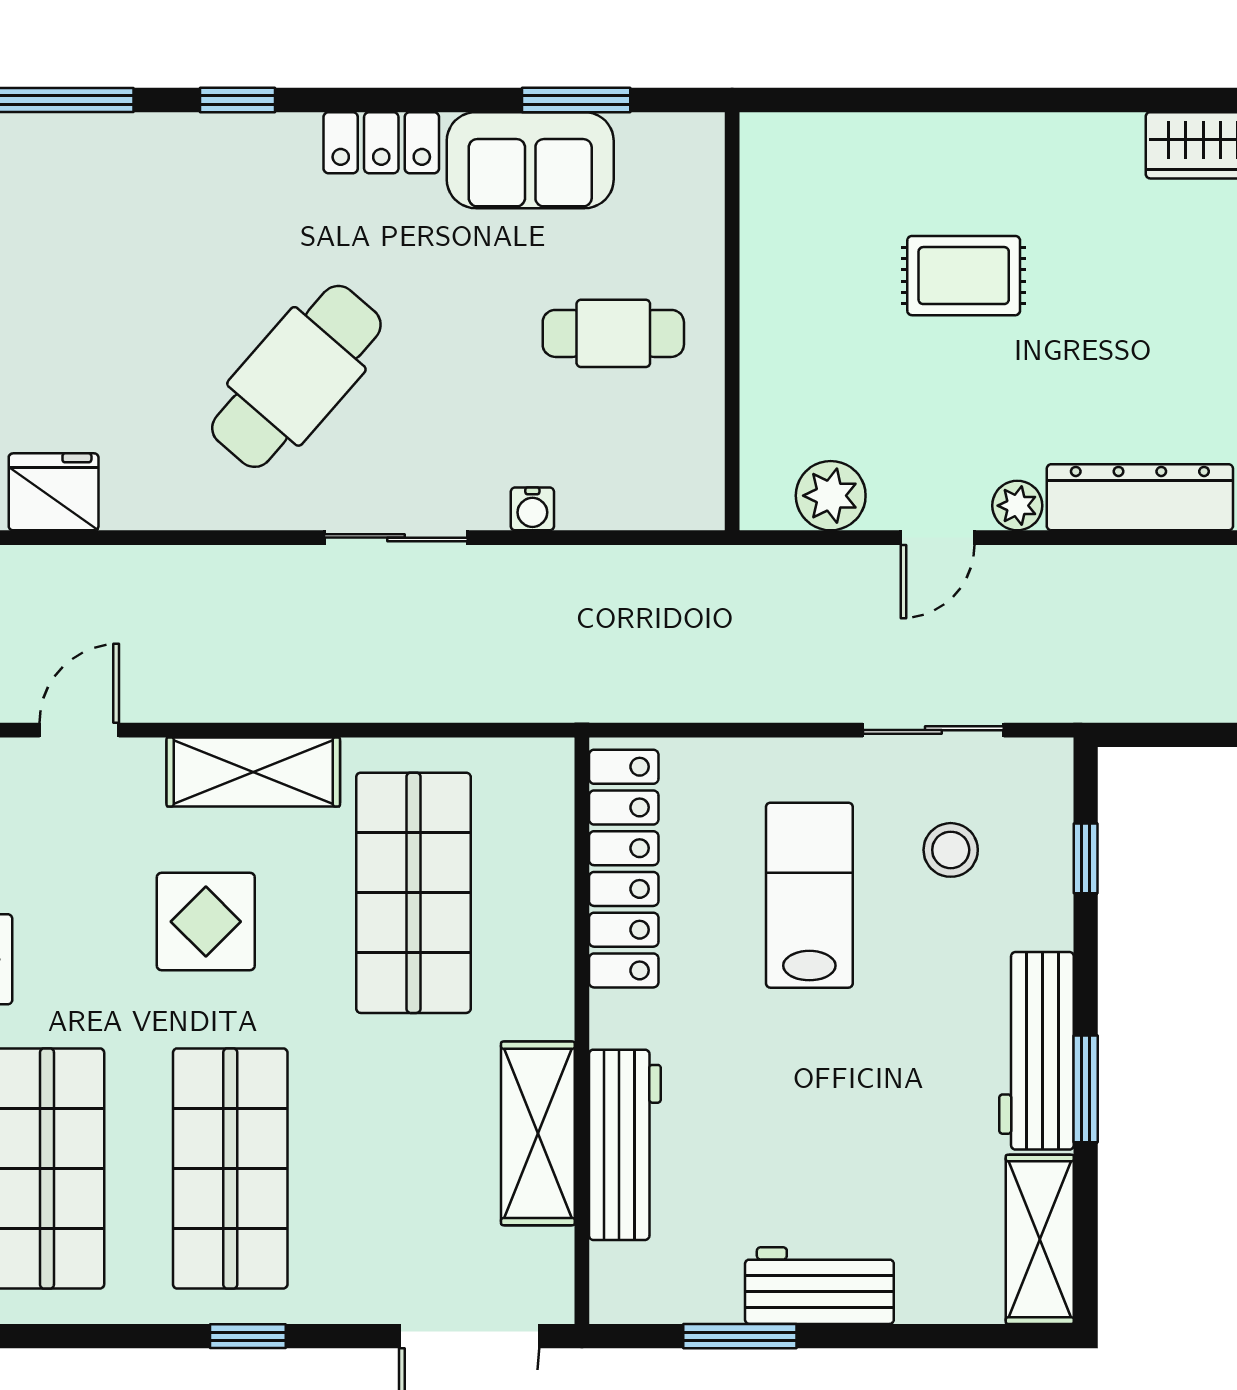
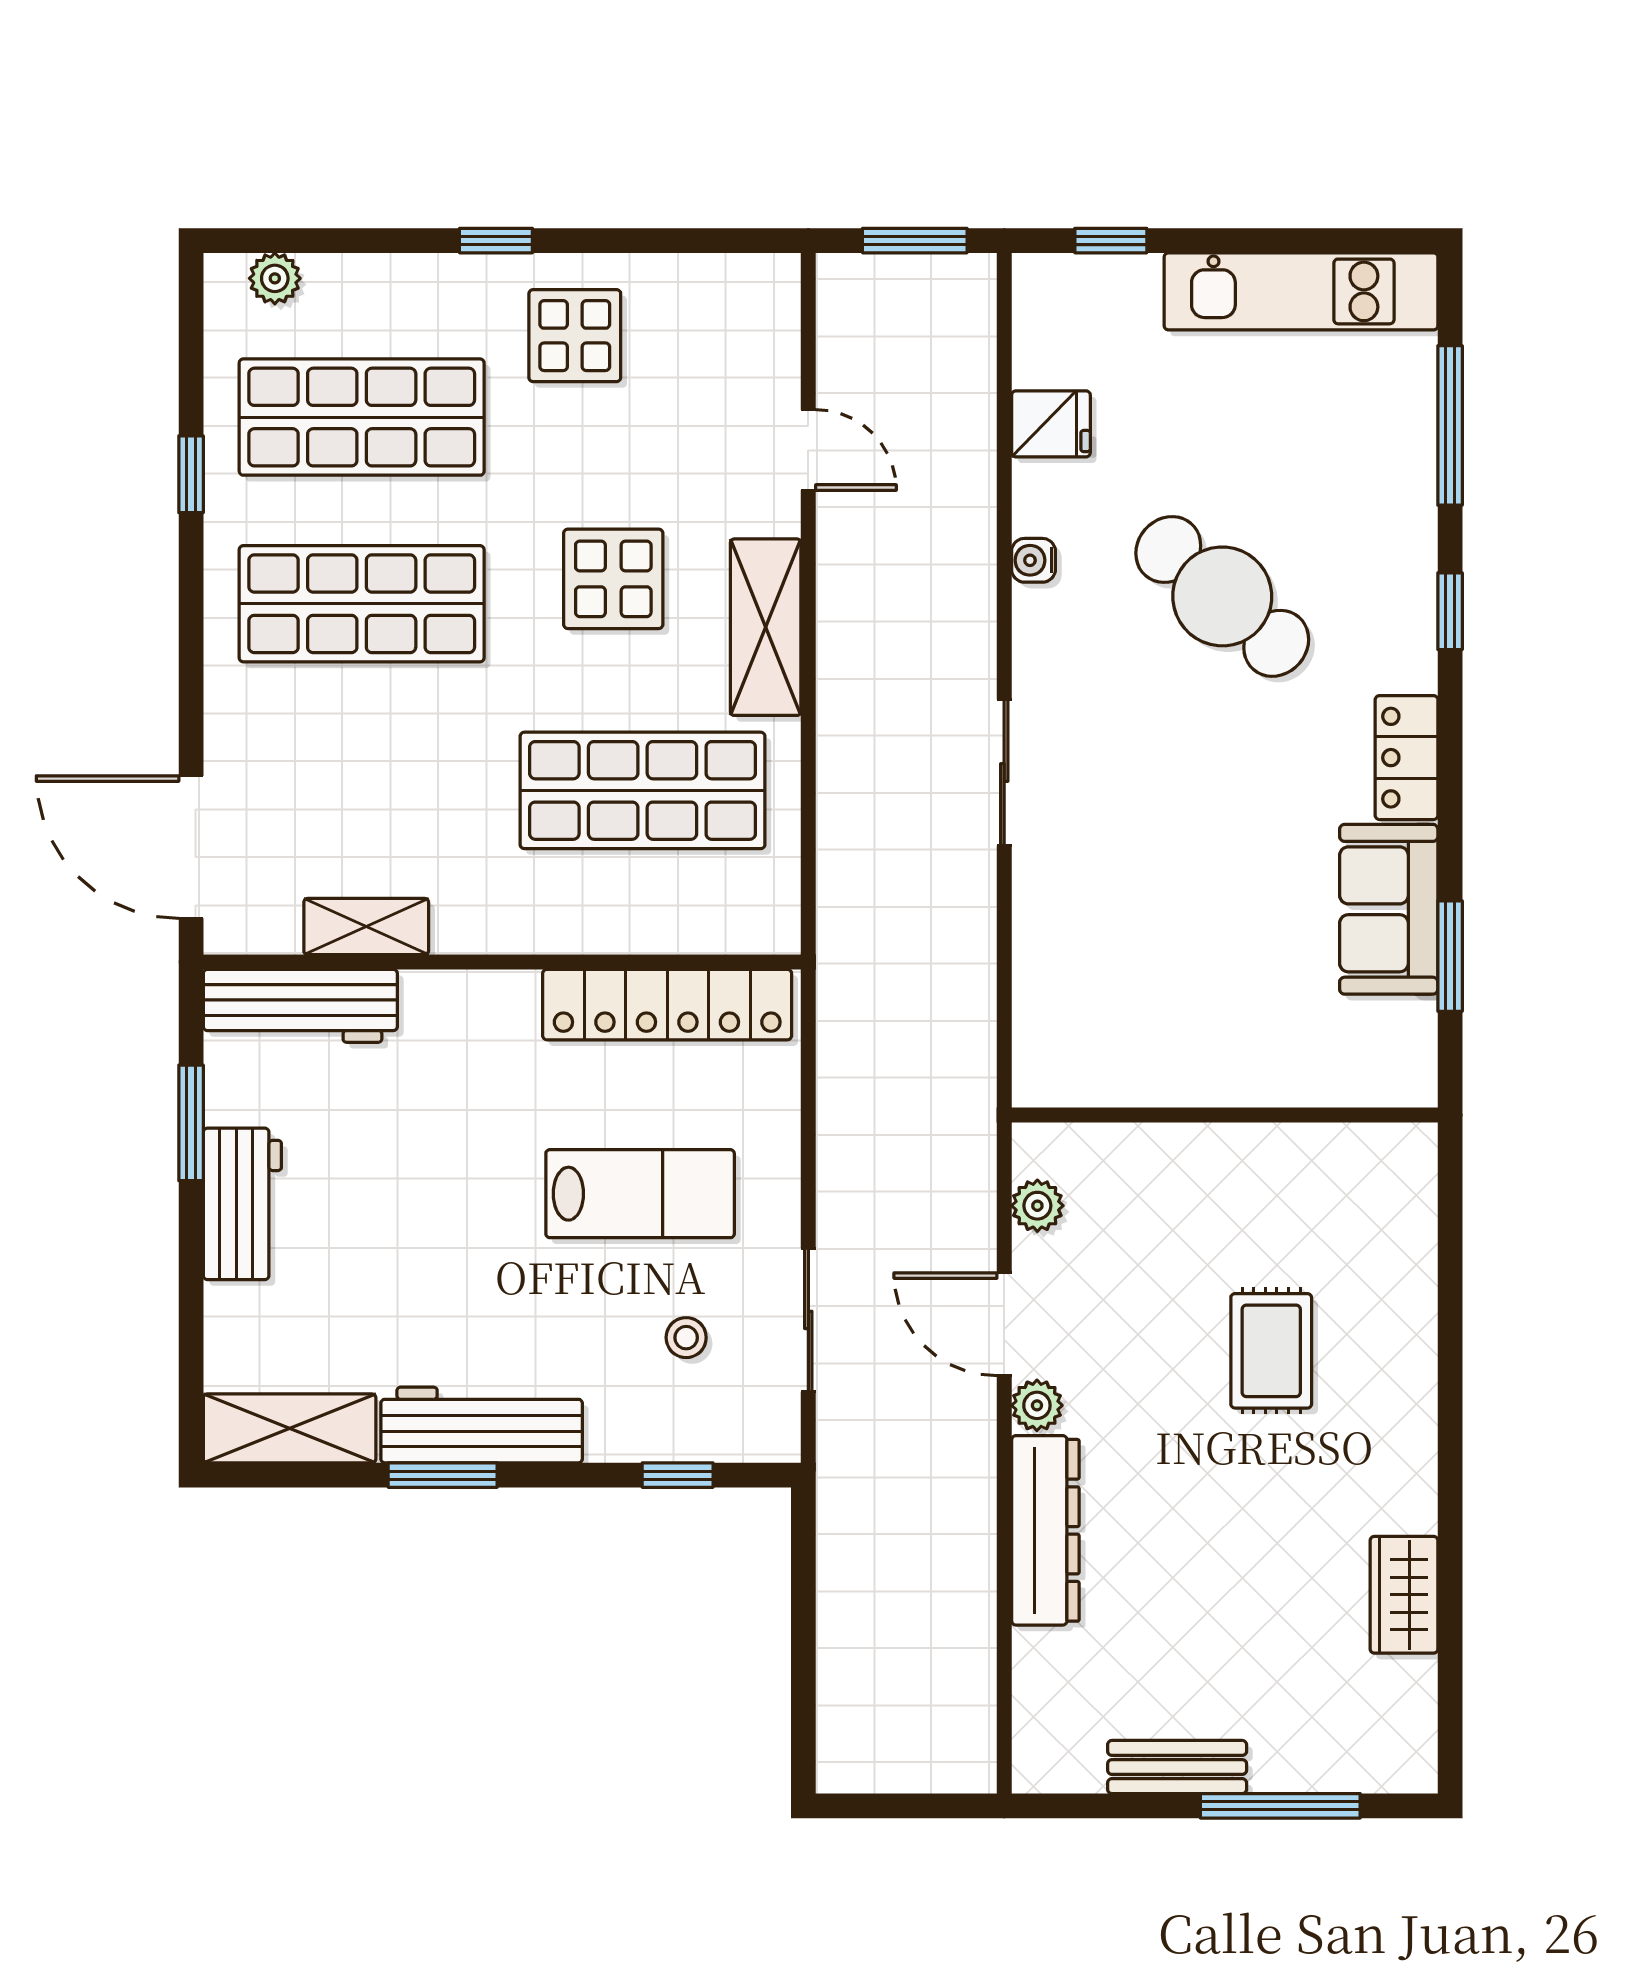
cafe table: (613, 333) -> (1212, 994), removed
cafe table: (296, 376) -> (1222, 596), moved
fridge: (54, 492) -> (1051, 424), width x0.72
plant: (831, 496) -> (1037, 1206), width x0.73, depth x0.73
water cooler: (532, 509) -> (1034, 560), moved
door: (938, 538) -> (1004, 1324), width x1.38
stool: (951, 850) -> (686, 1338), width x0.73, depth x0.73
shelving: (538, 1133) -> (366, 927), width x0.67, depth x0.75
workbench: (625, 1145) -> (300, 1006), moved
window: (248, 1336) -> (191, 474), moved

